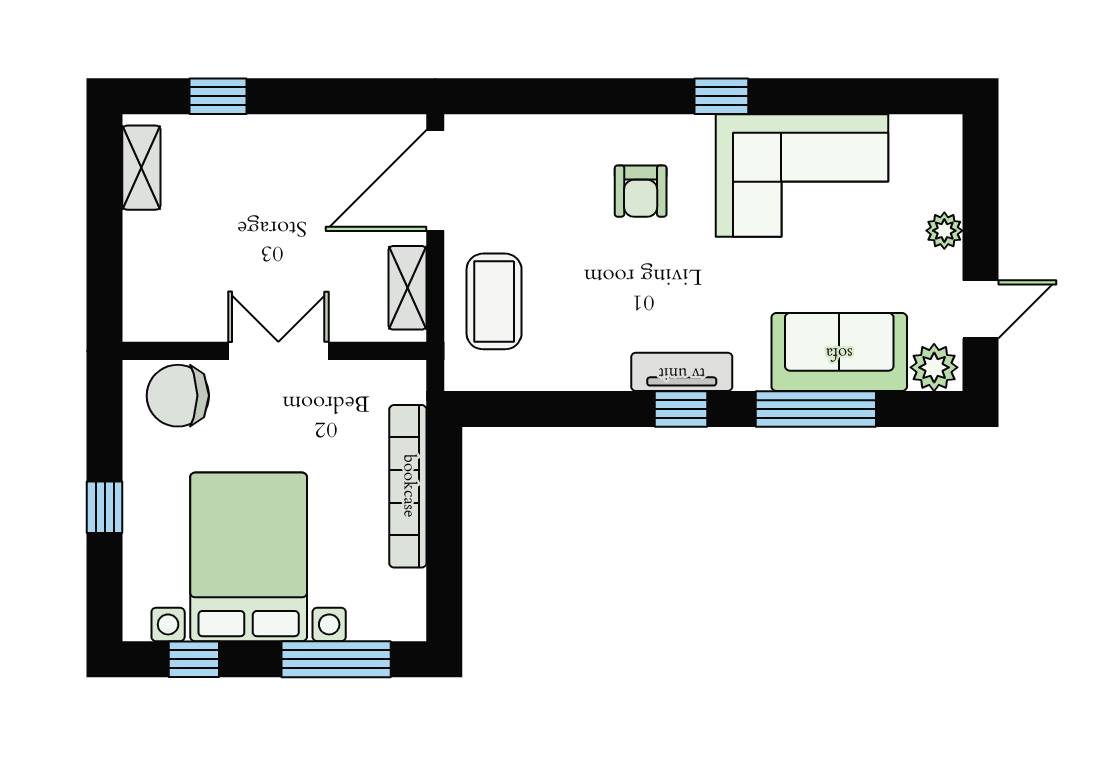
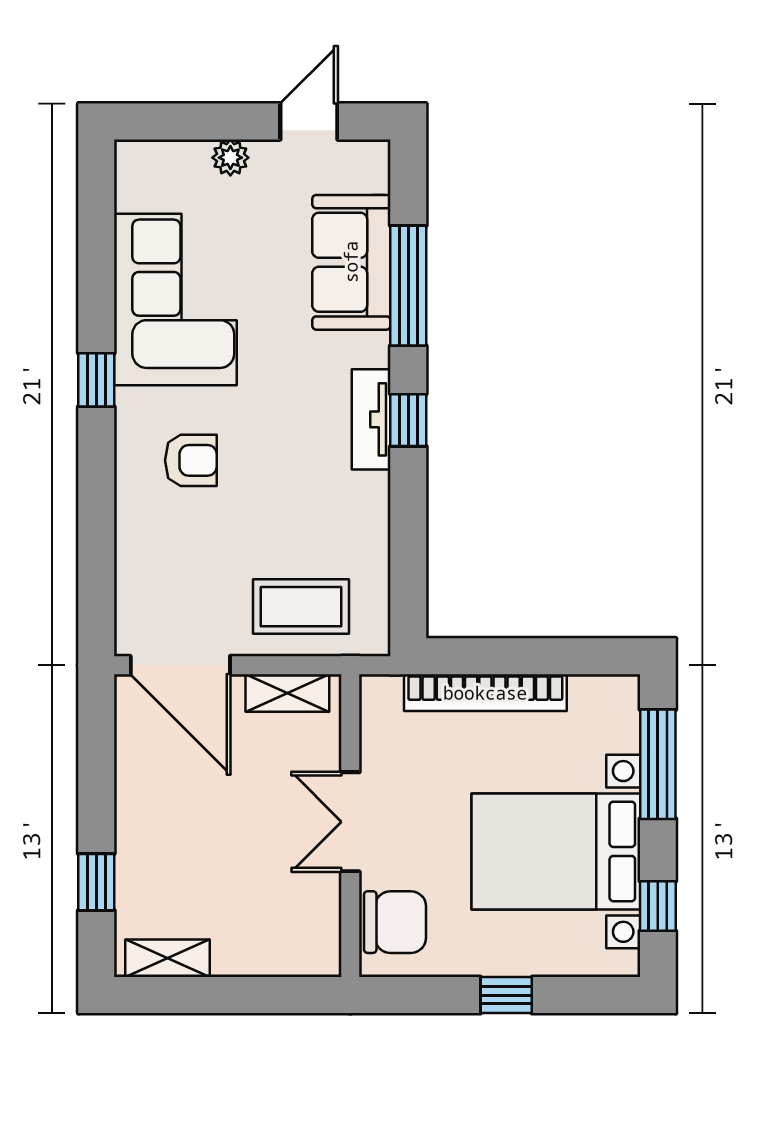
door: (980, 309) -> (309, 121), hinge flipped
plant: (934, 367) -> (367, 168), removed
chair: (178, 396) -> (395, 922), turned -90

